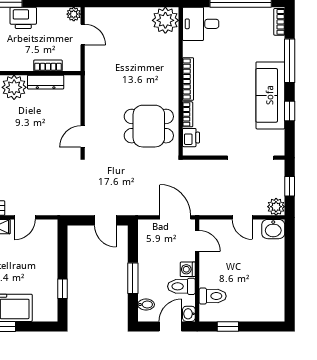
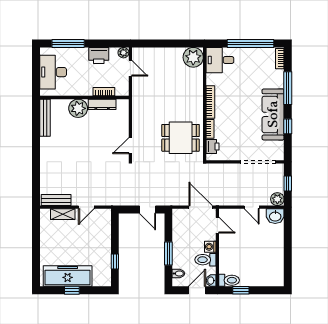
printer: (23, 18) -> (99, 56), moved
toilet: (213, 296) -> (229, 280), moved

